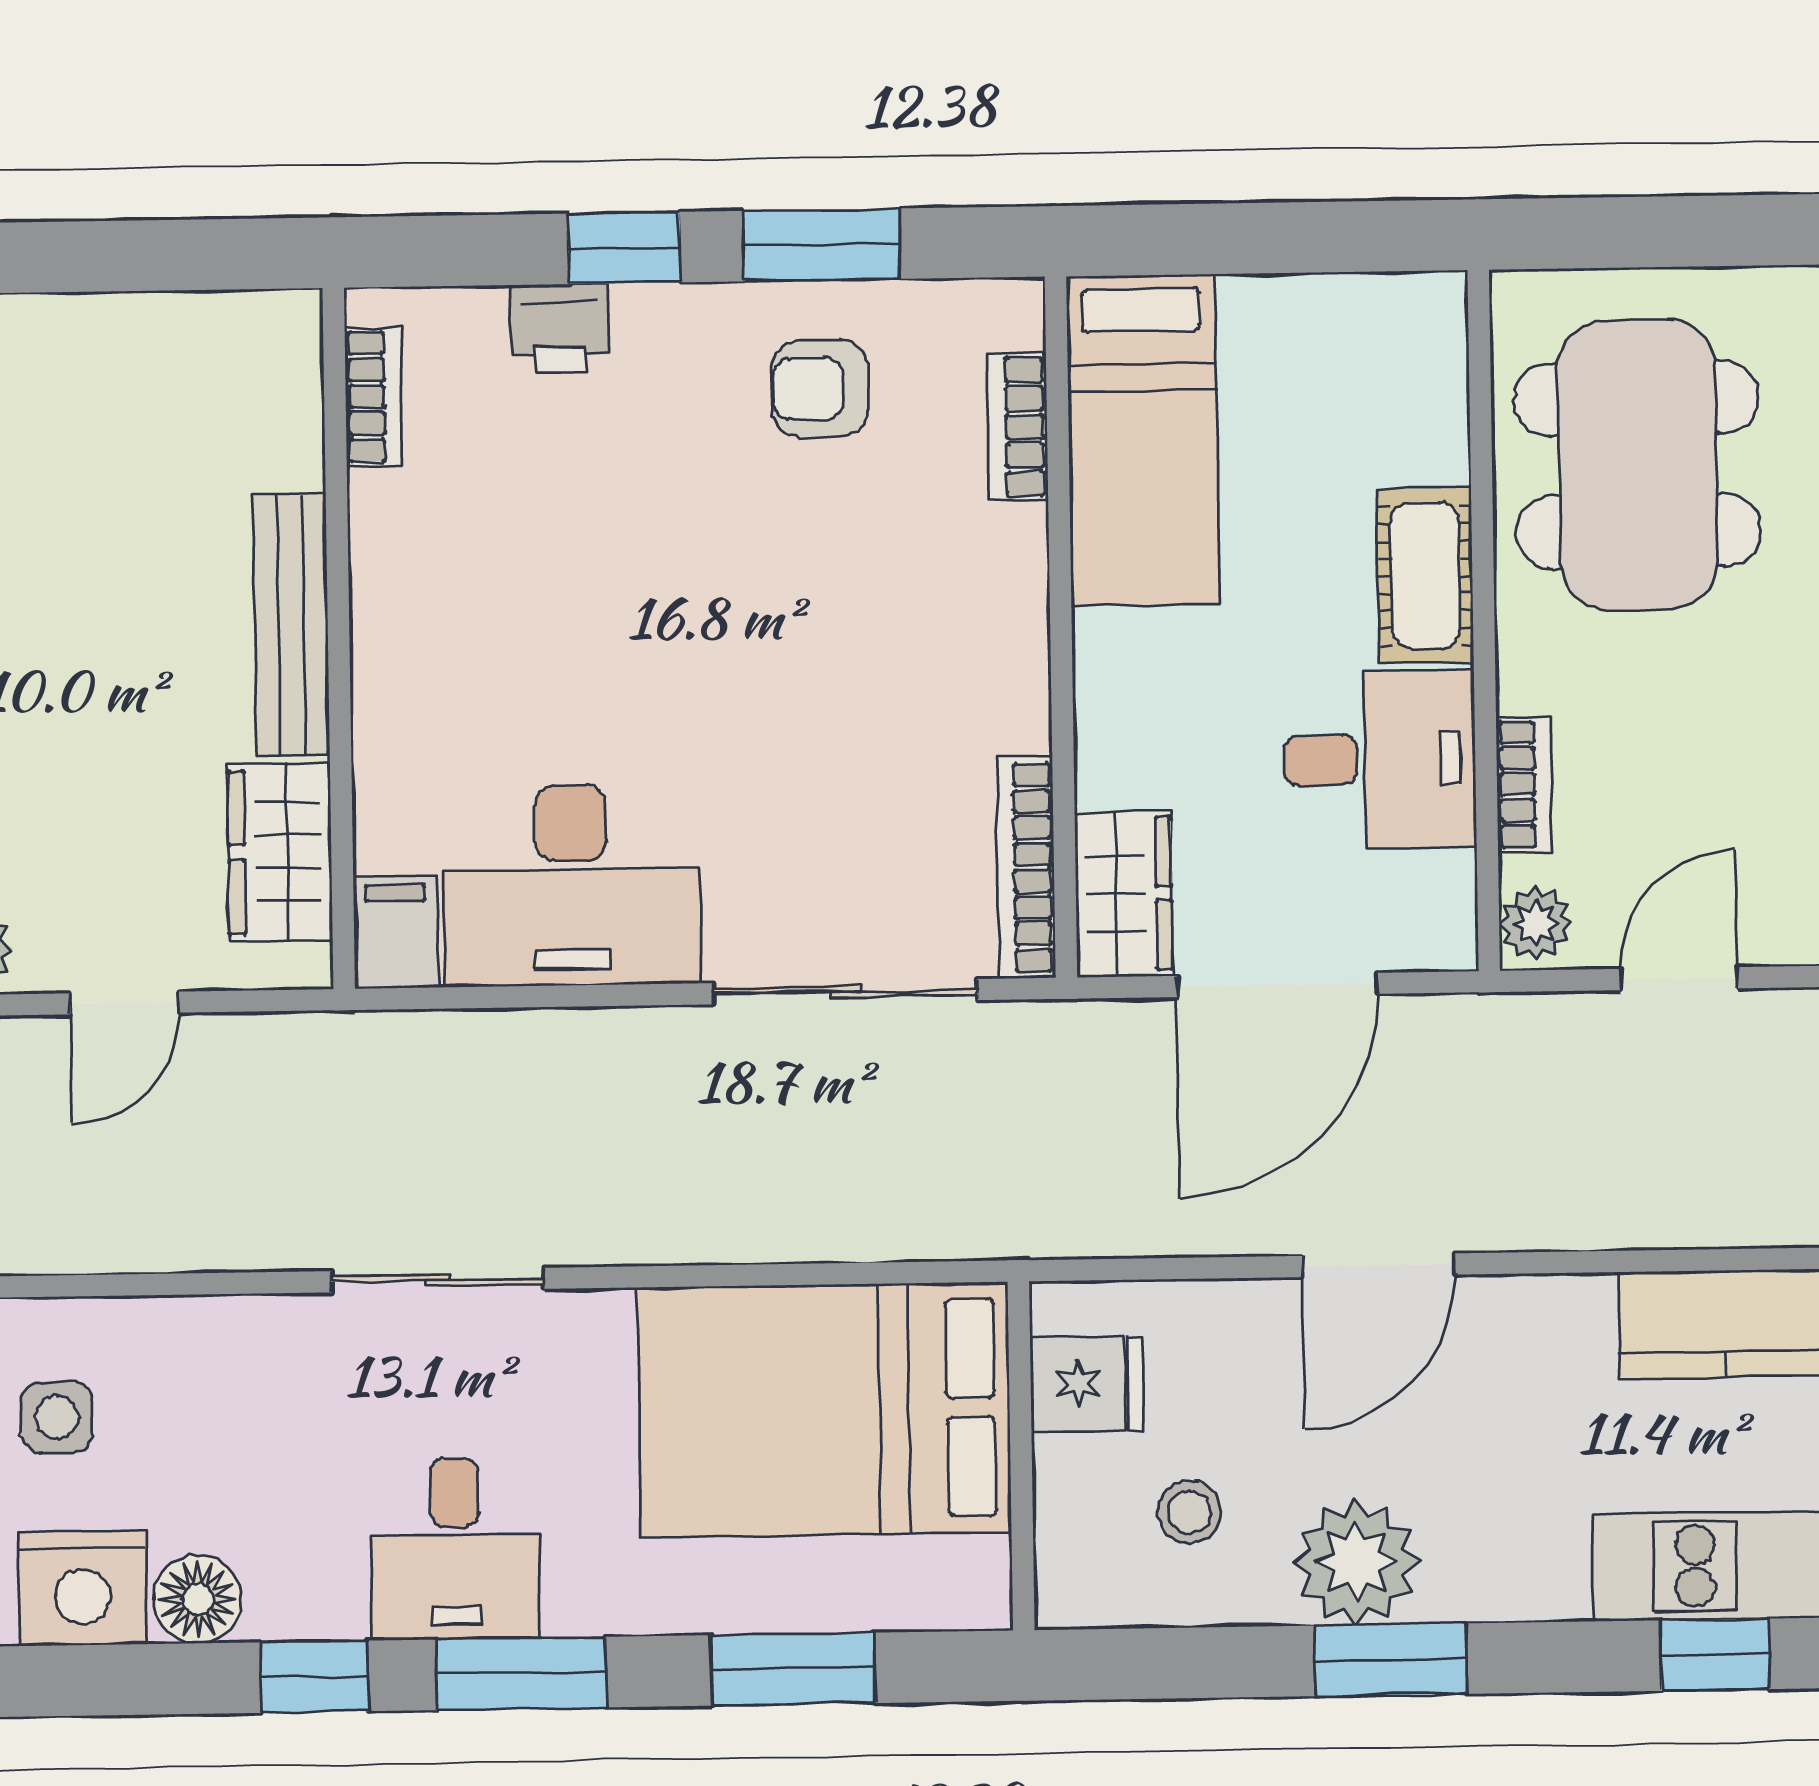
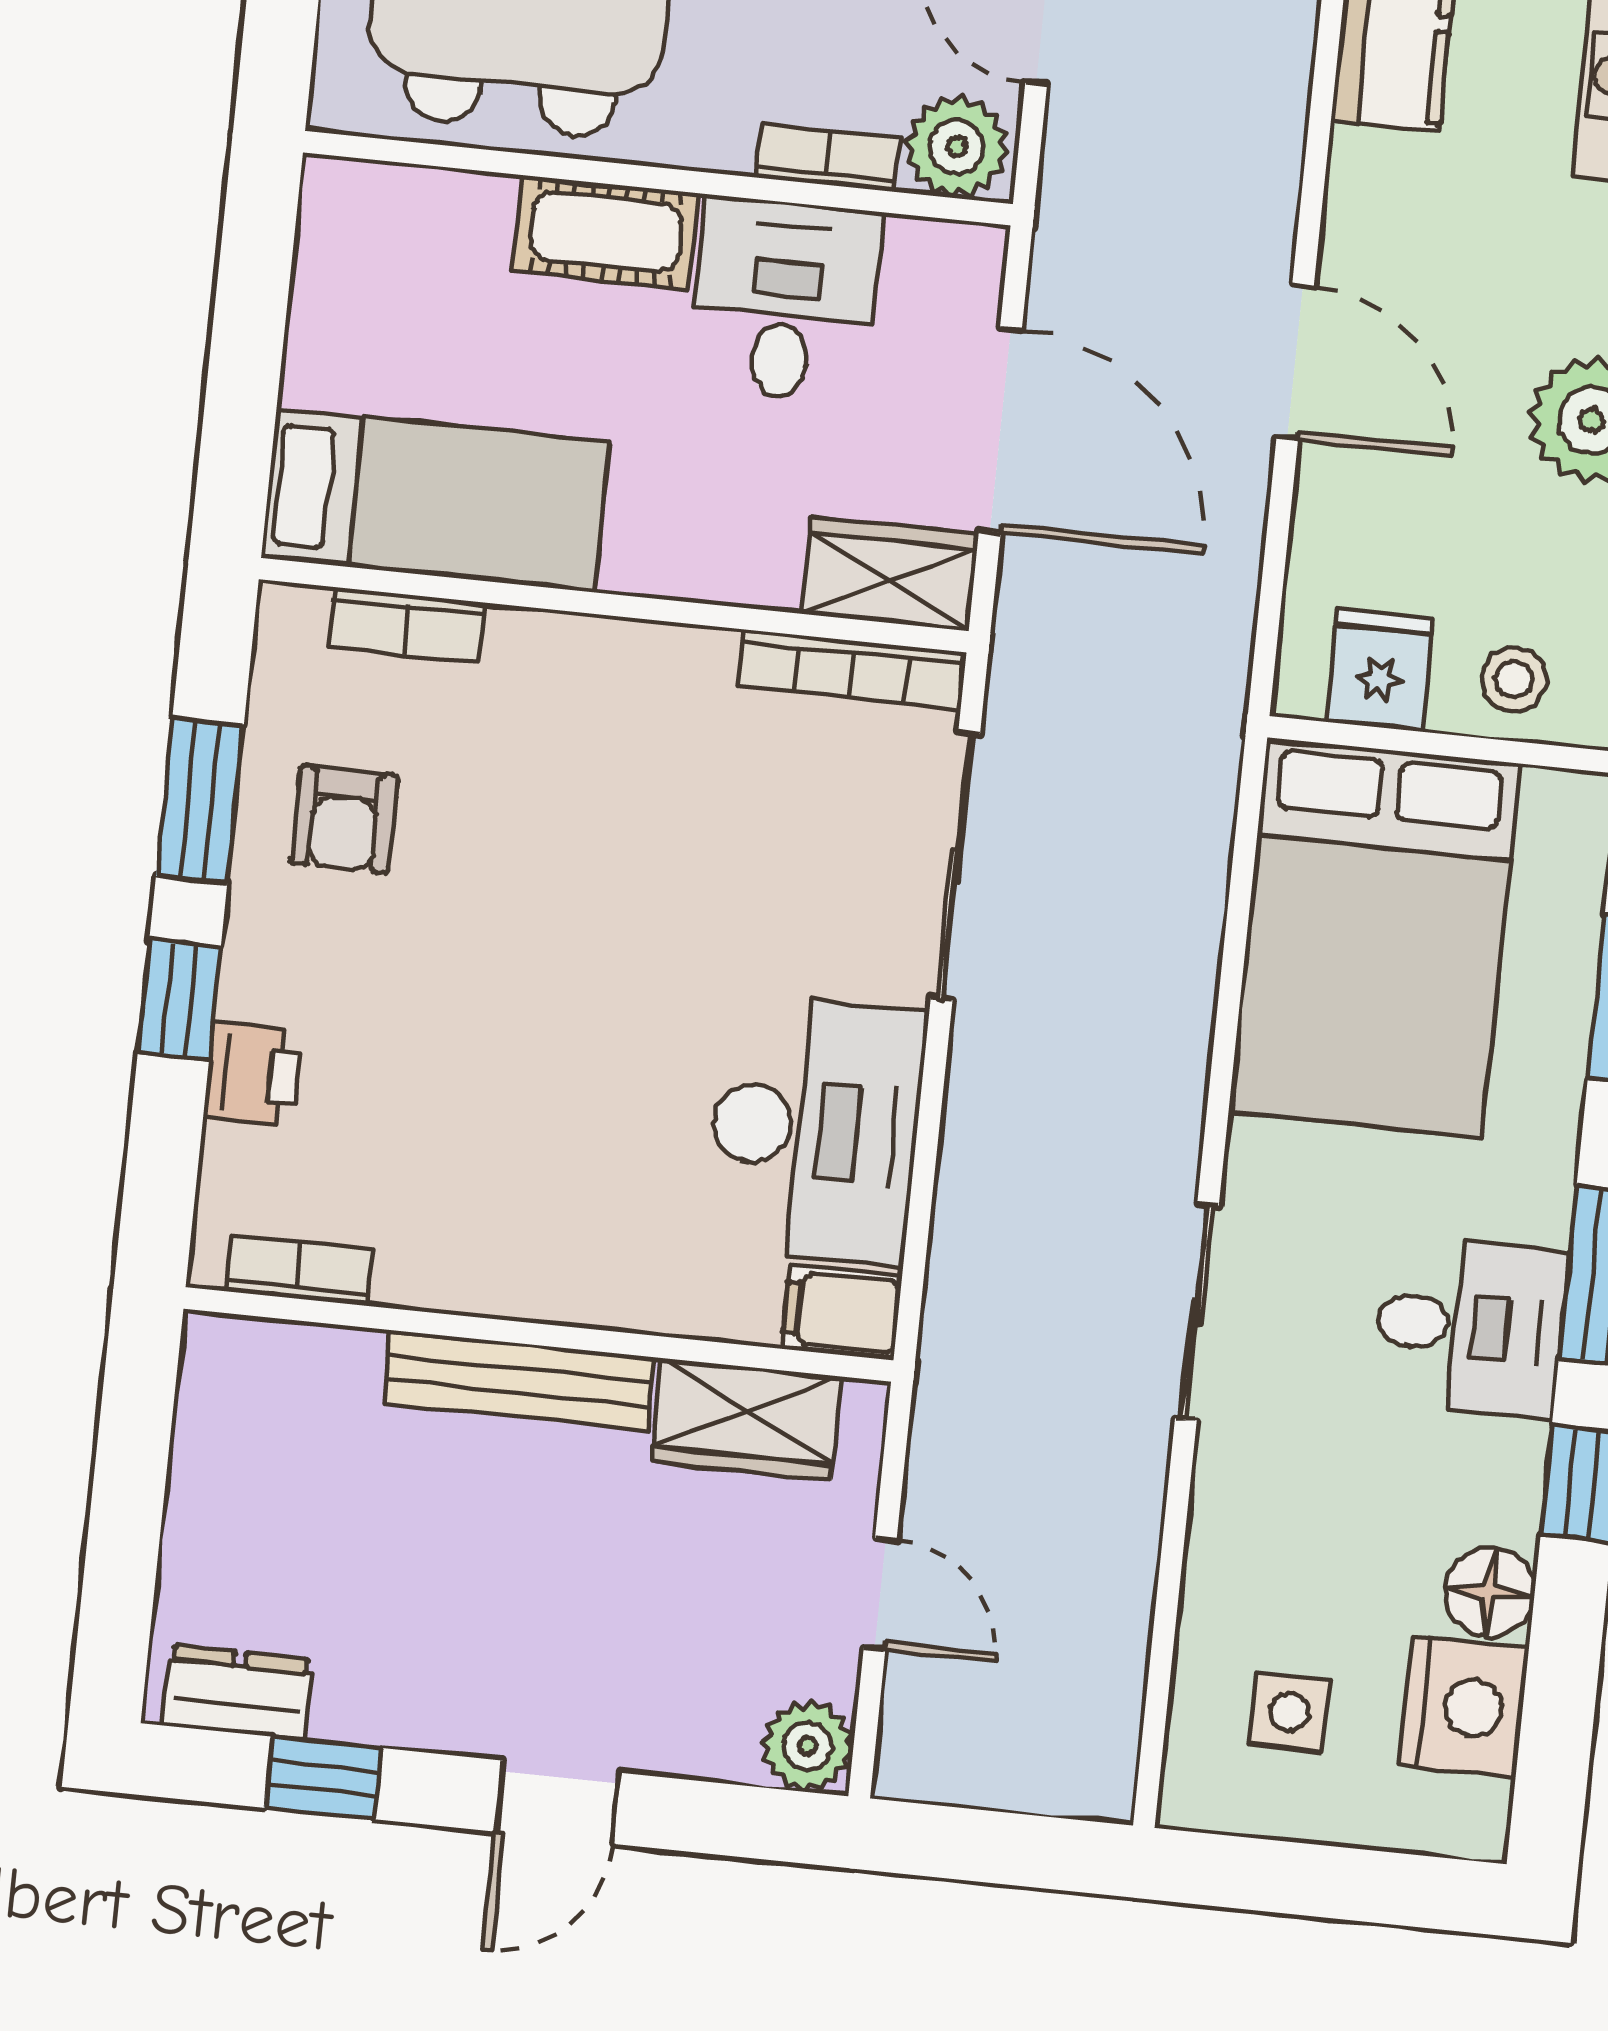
plant: (1536, 923) -> (957, 147), width x1.38, depth x1.38
stool: (1189, 1512) -> (1514, 679), moved

